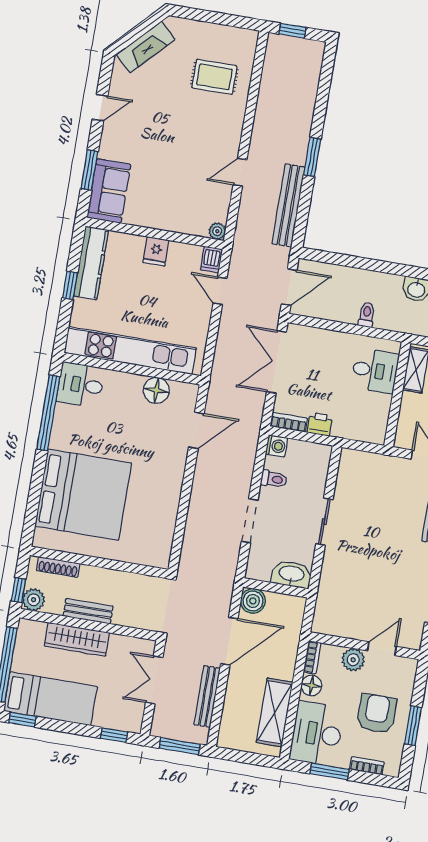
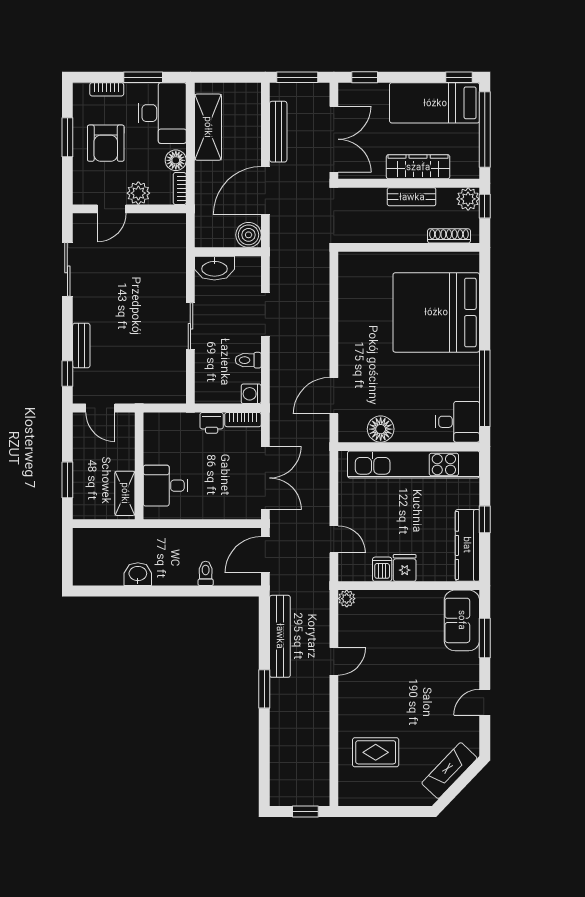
dishwasher: (212, 260) -> (382, 569), moved
toilet: (367, 315) -> (206, 573), moved, turned 180
double door: (154, 680) -> (334, 139), width x1.37

